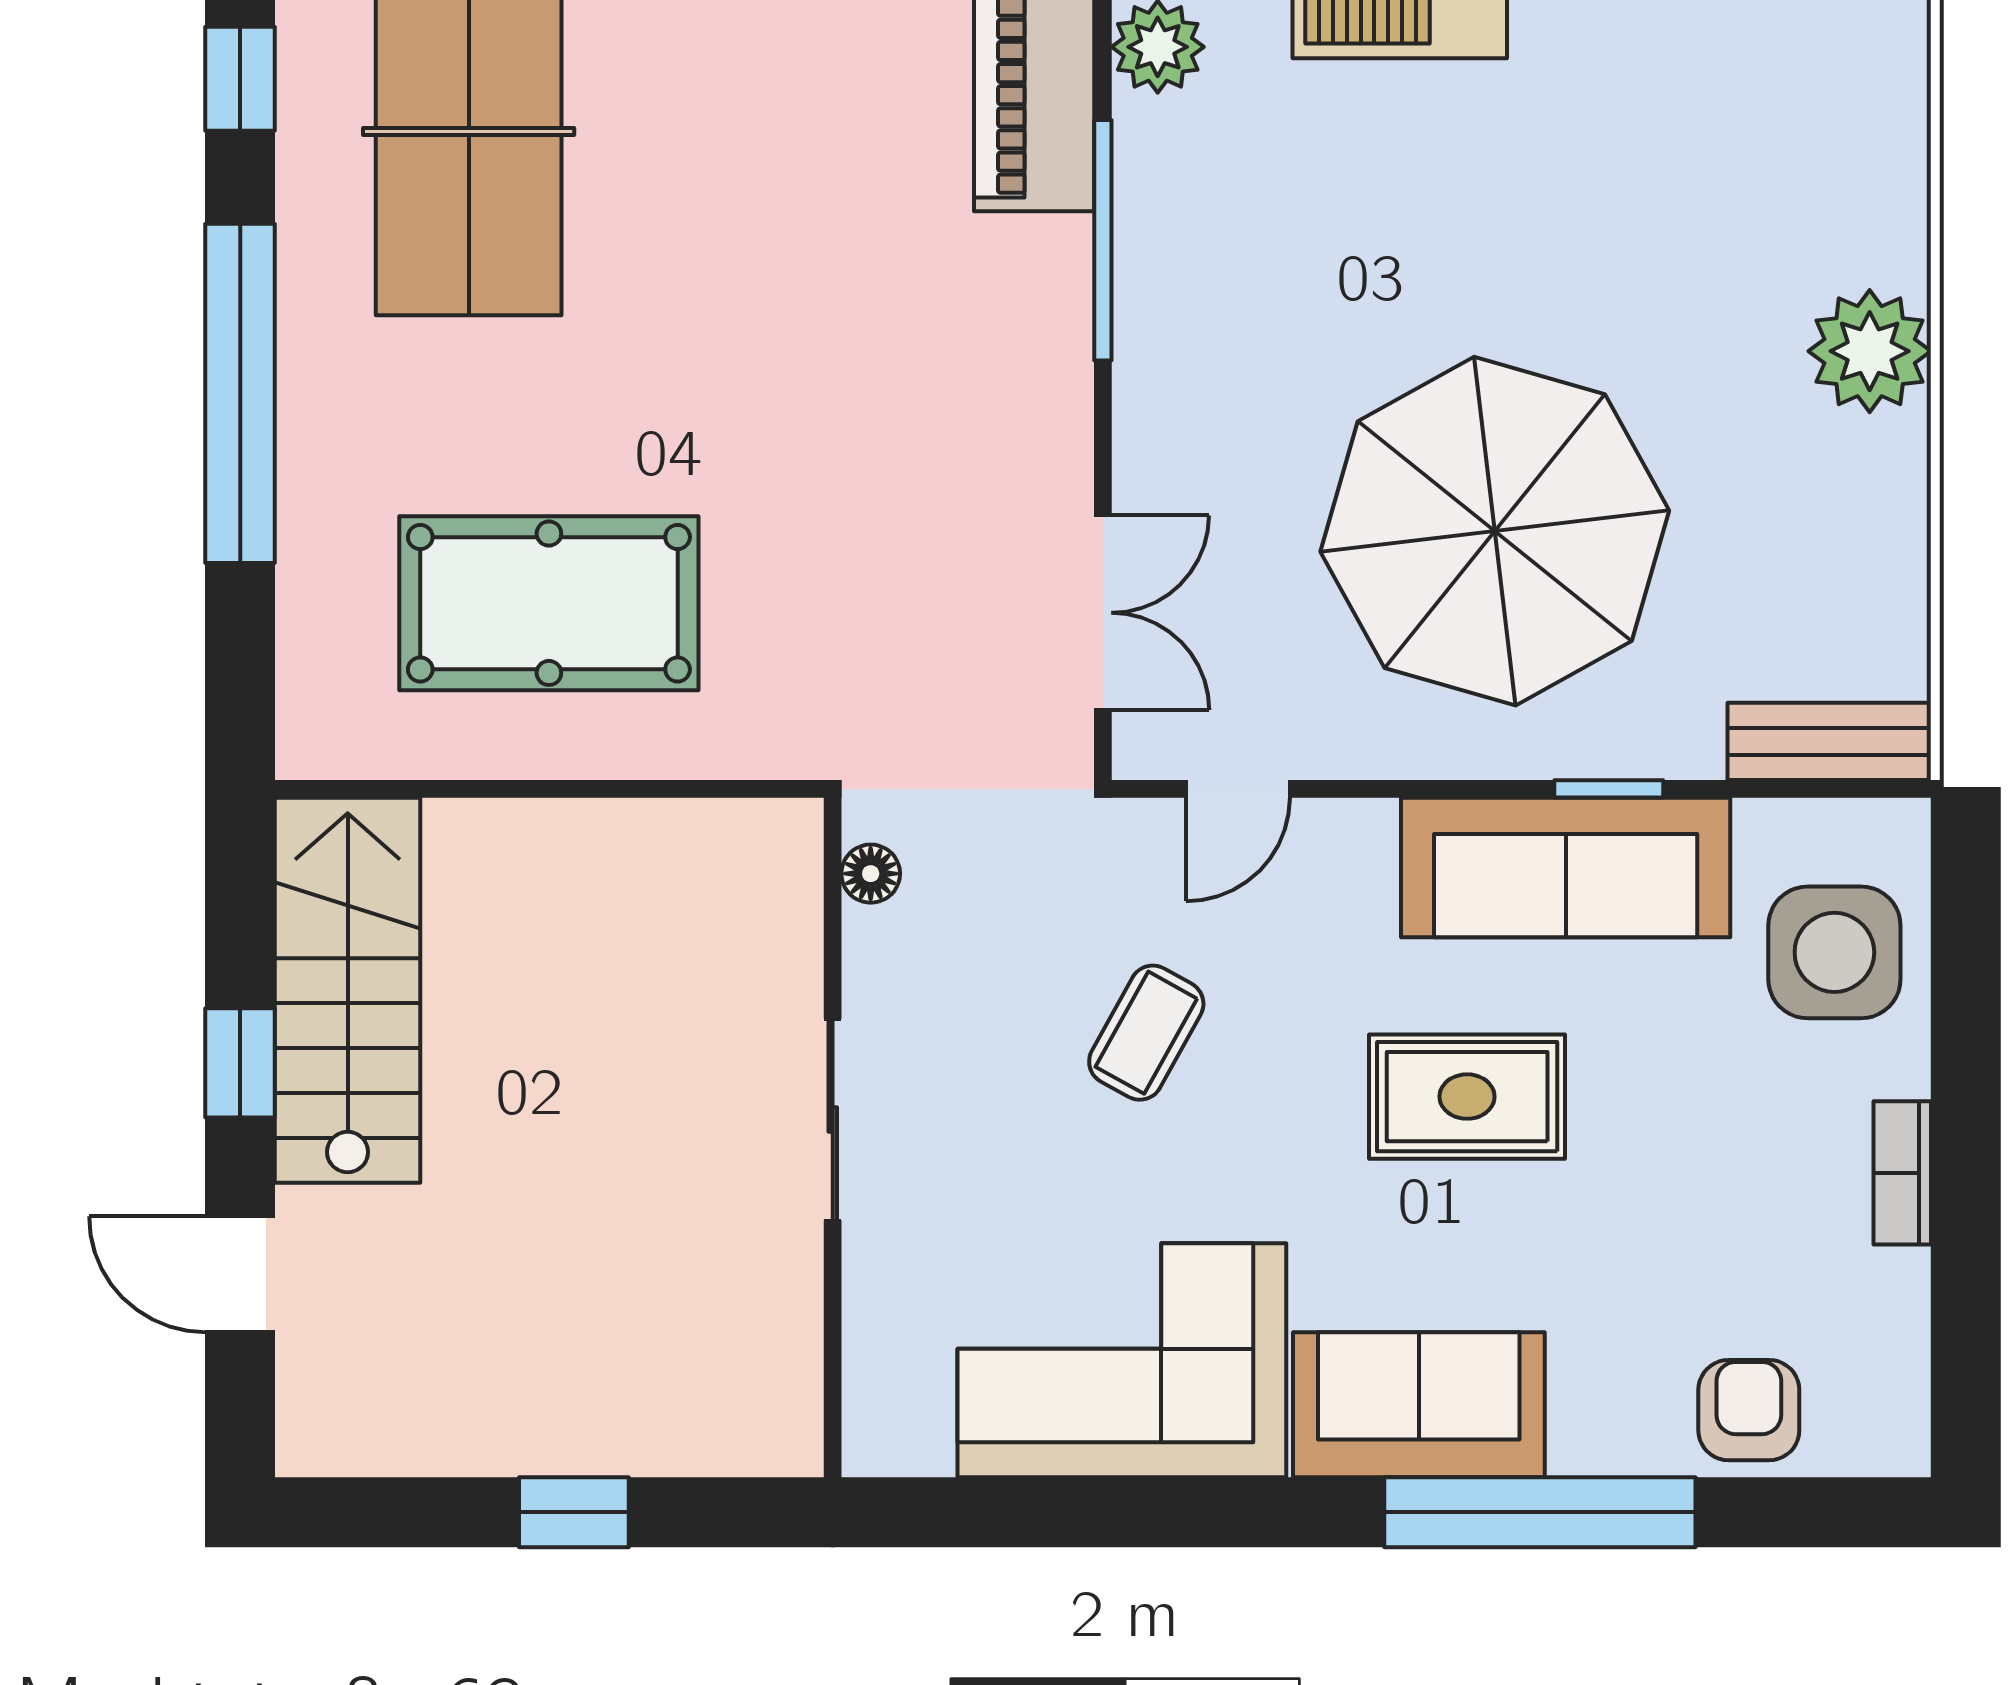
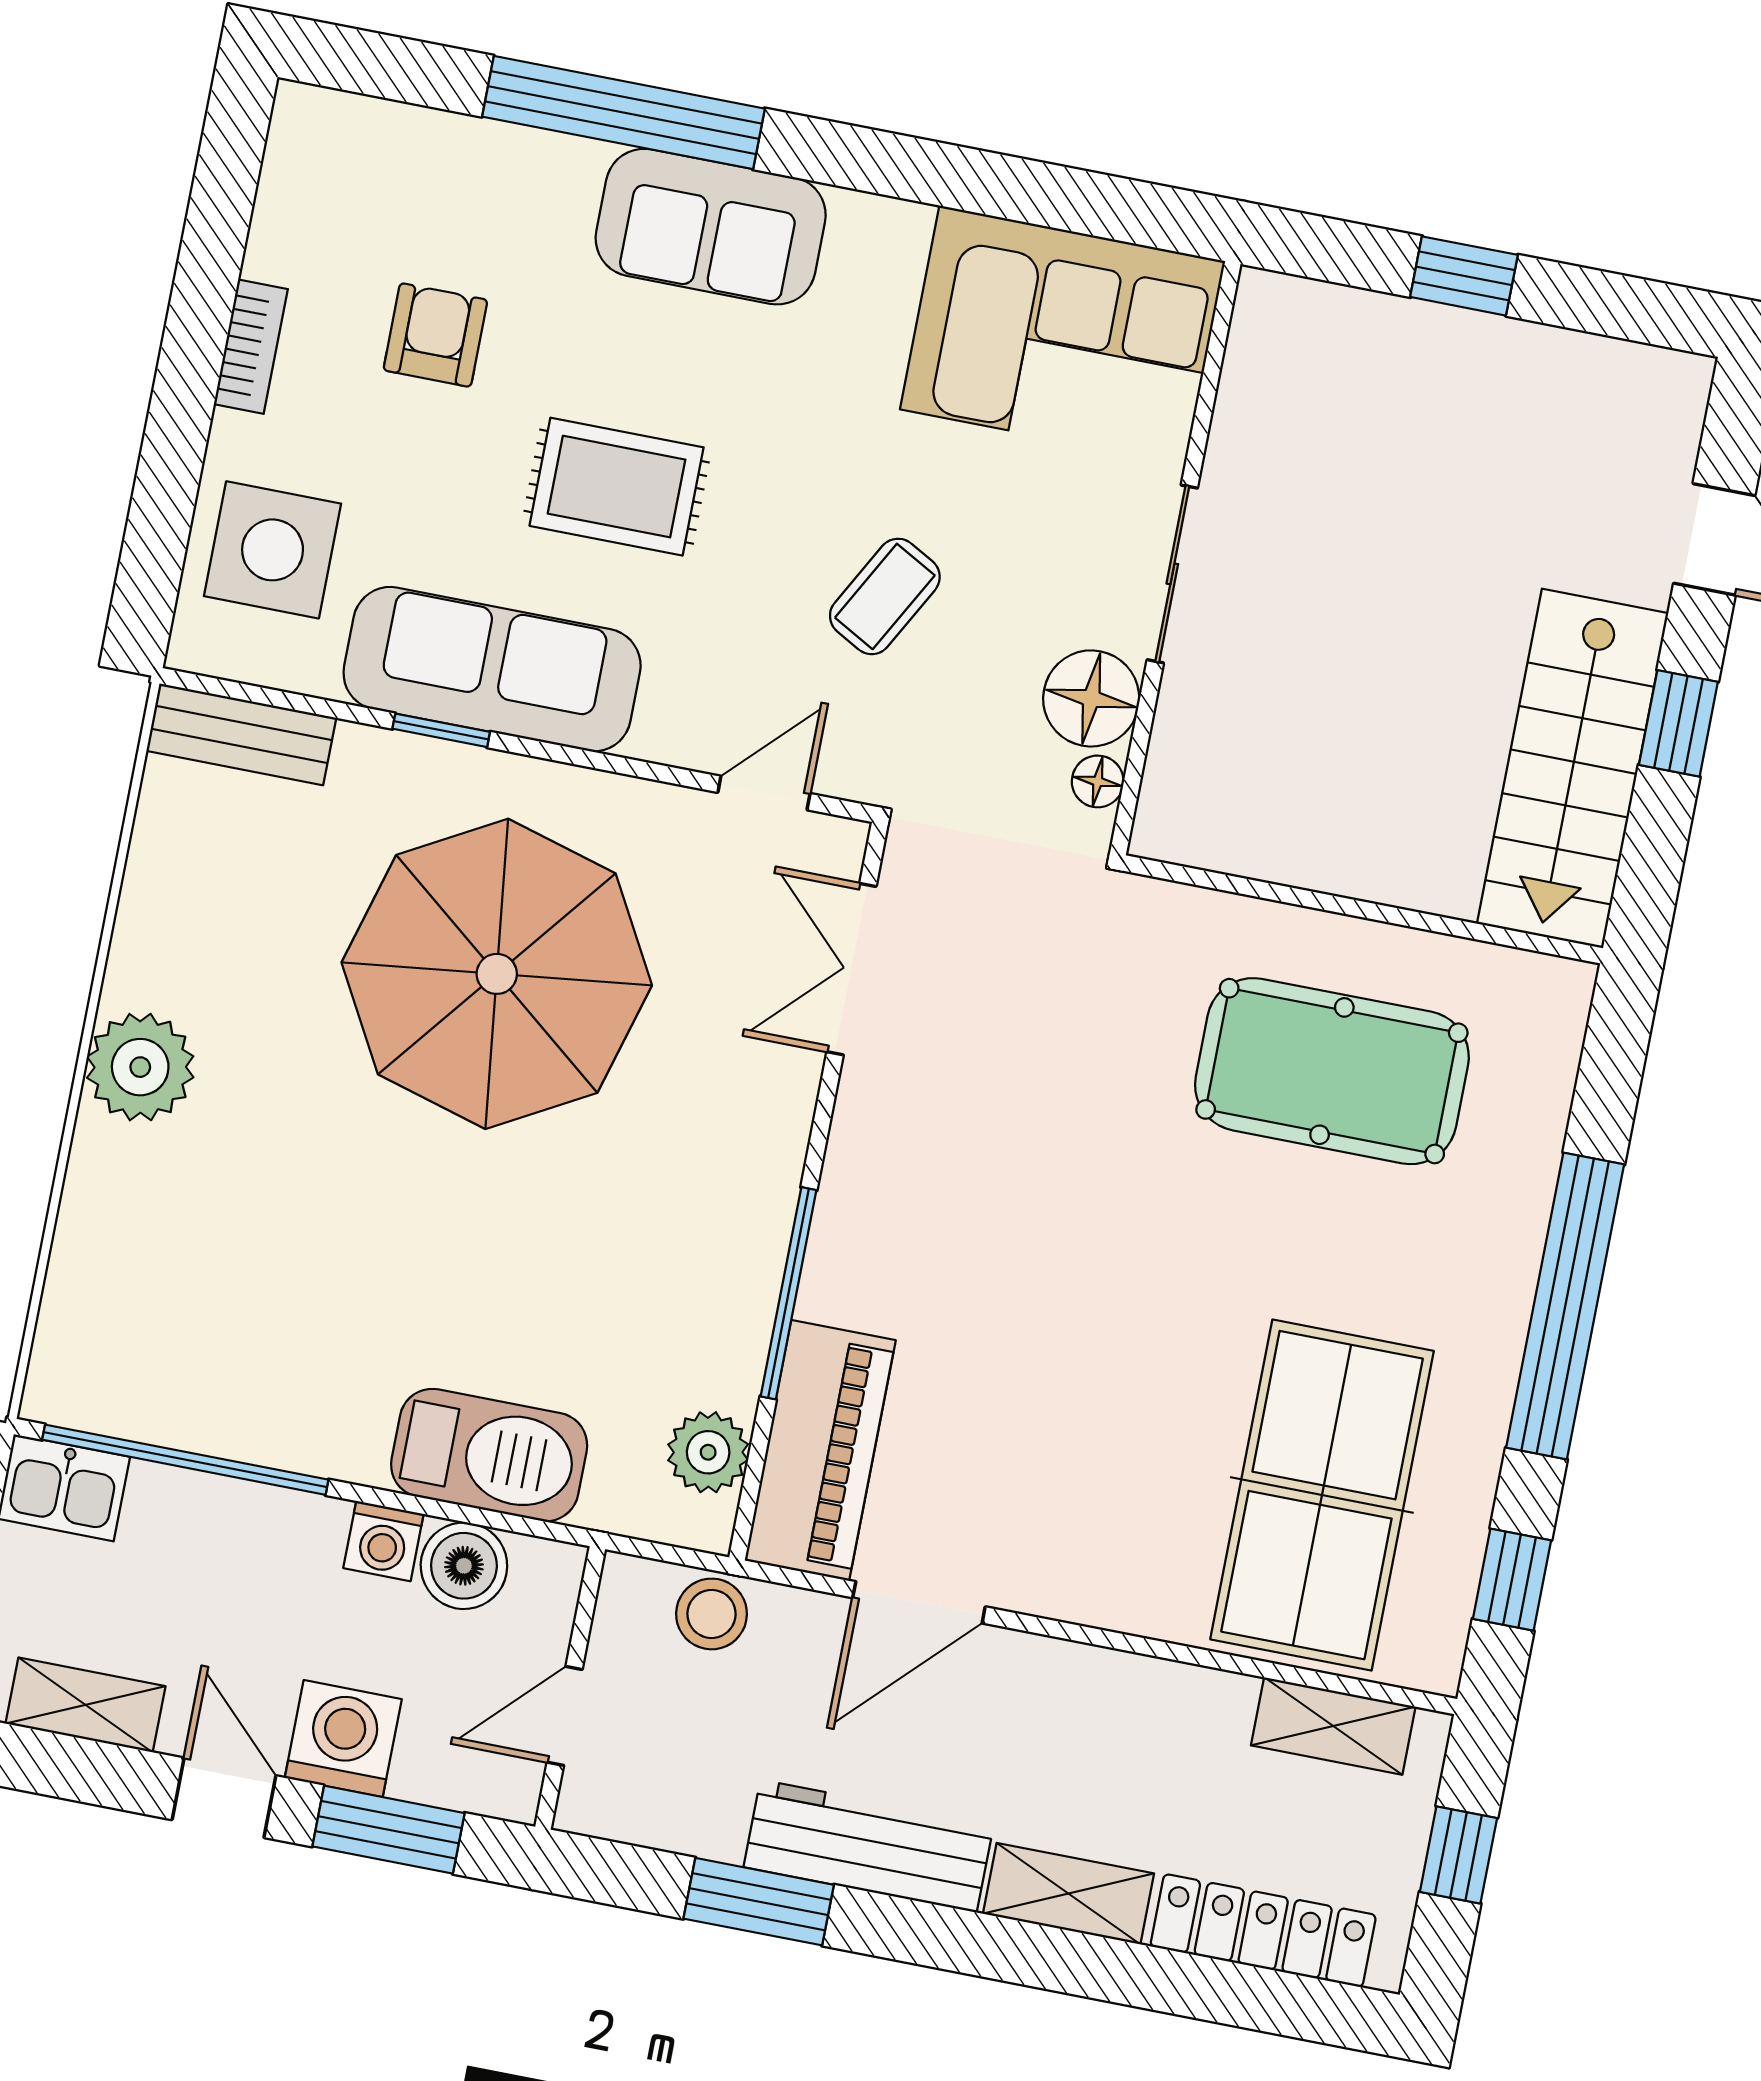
floor lamp: (896, 964) -> (1091, 698), added
corner sofa: (1122, 1360) -> (1063, 335), moved
armchair: (1749, 1410) -> (435, 335), moved, turned 180

